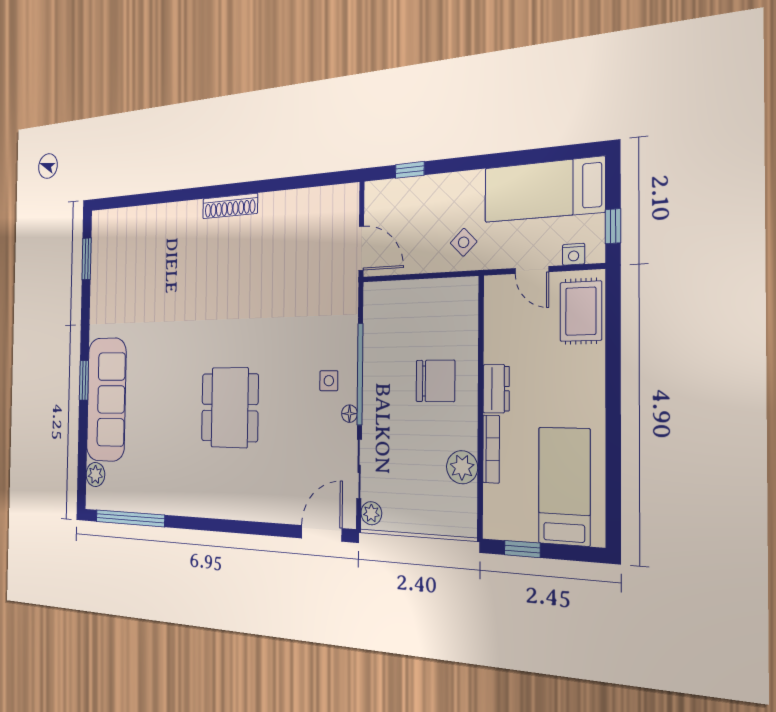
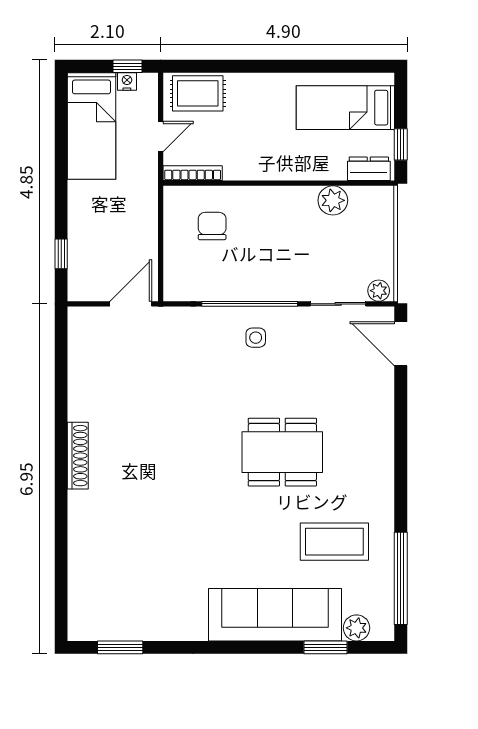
side table: (464, 242) -> (132, 200), removed
nightstand: (574, 254) -> (127, 81), moved, turned -90
window: (84, 380) -> (325, 647), moved
chair: (435, 381) -> (212, 226), moved, width x0.73, depth x0.73
dresser: (496, 389) -> (369, 169), moved
floor lamp: (349, 414) -> (287, 315), removed
bookcase: (491, 449) -> (193, 173), moved
coffee table: (159, 457) -> (334, 542), added

